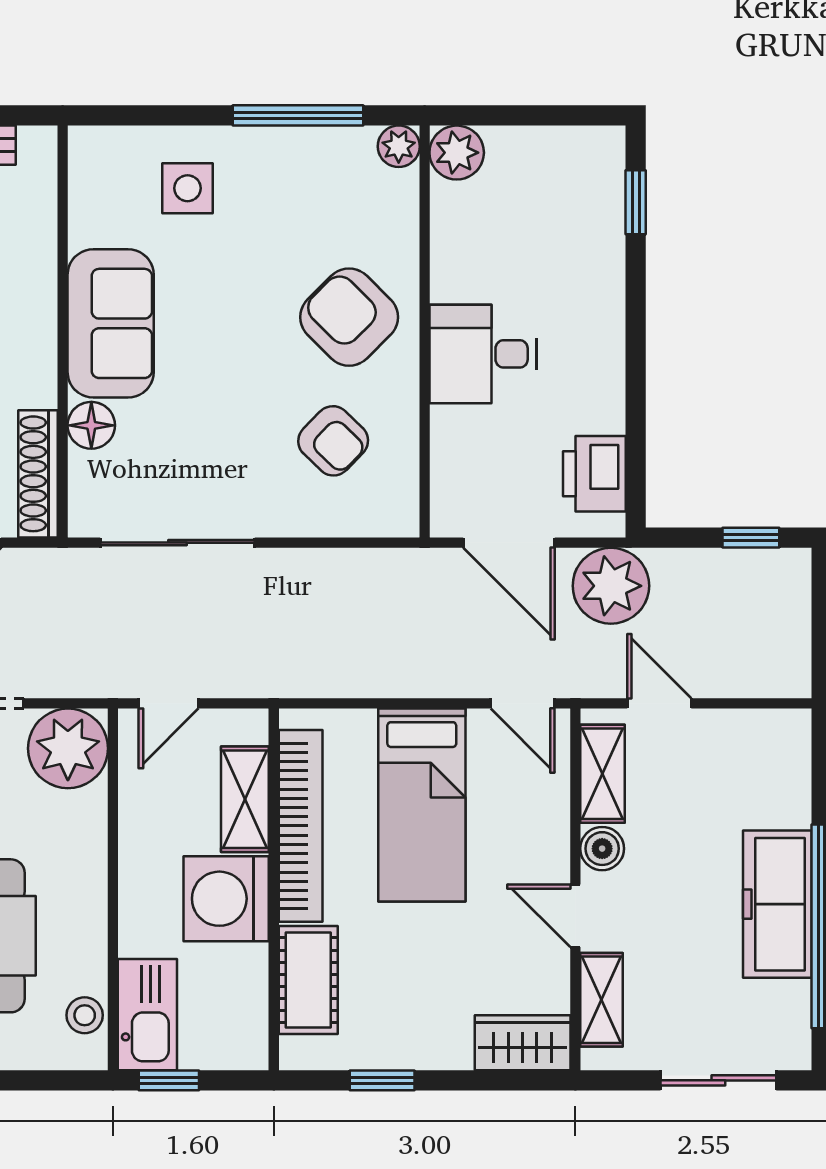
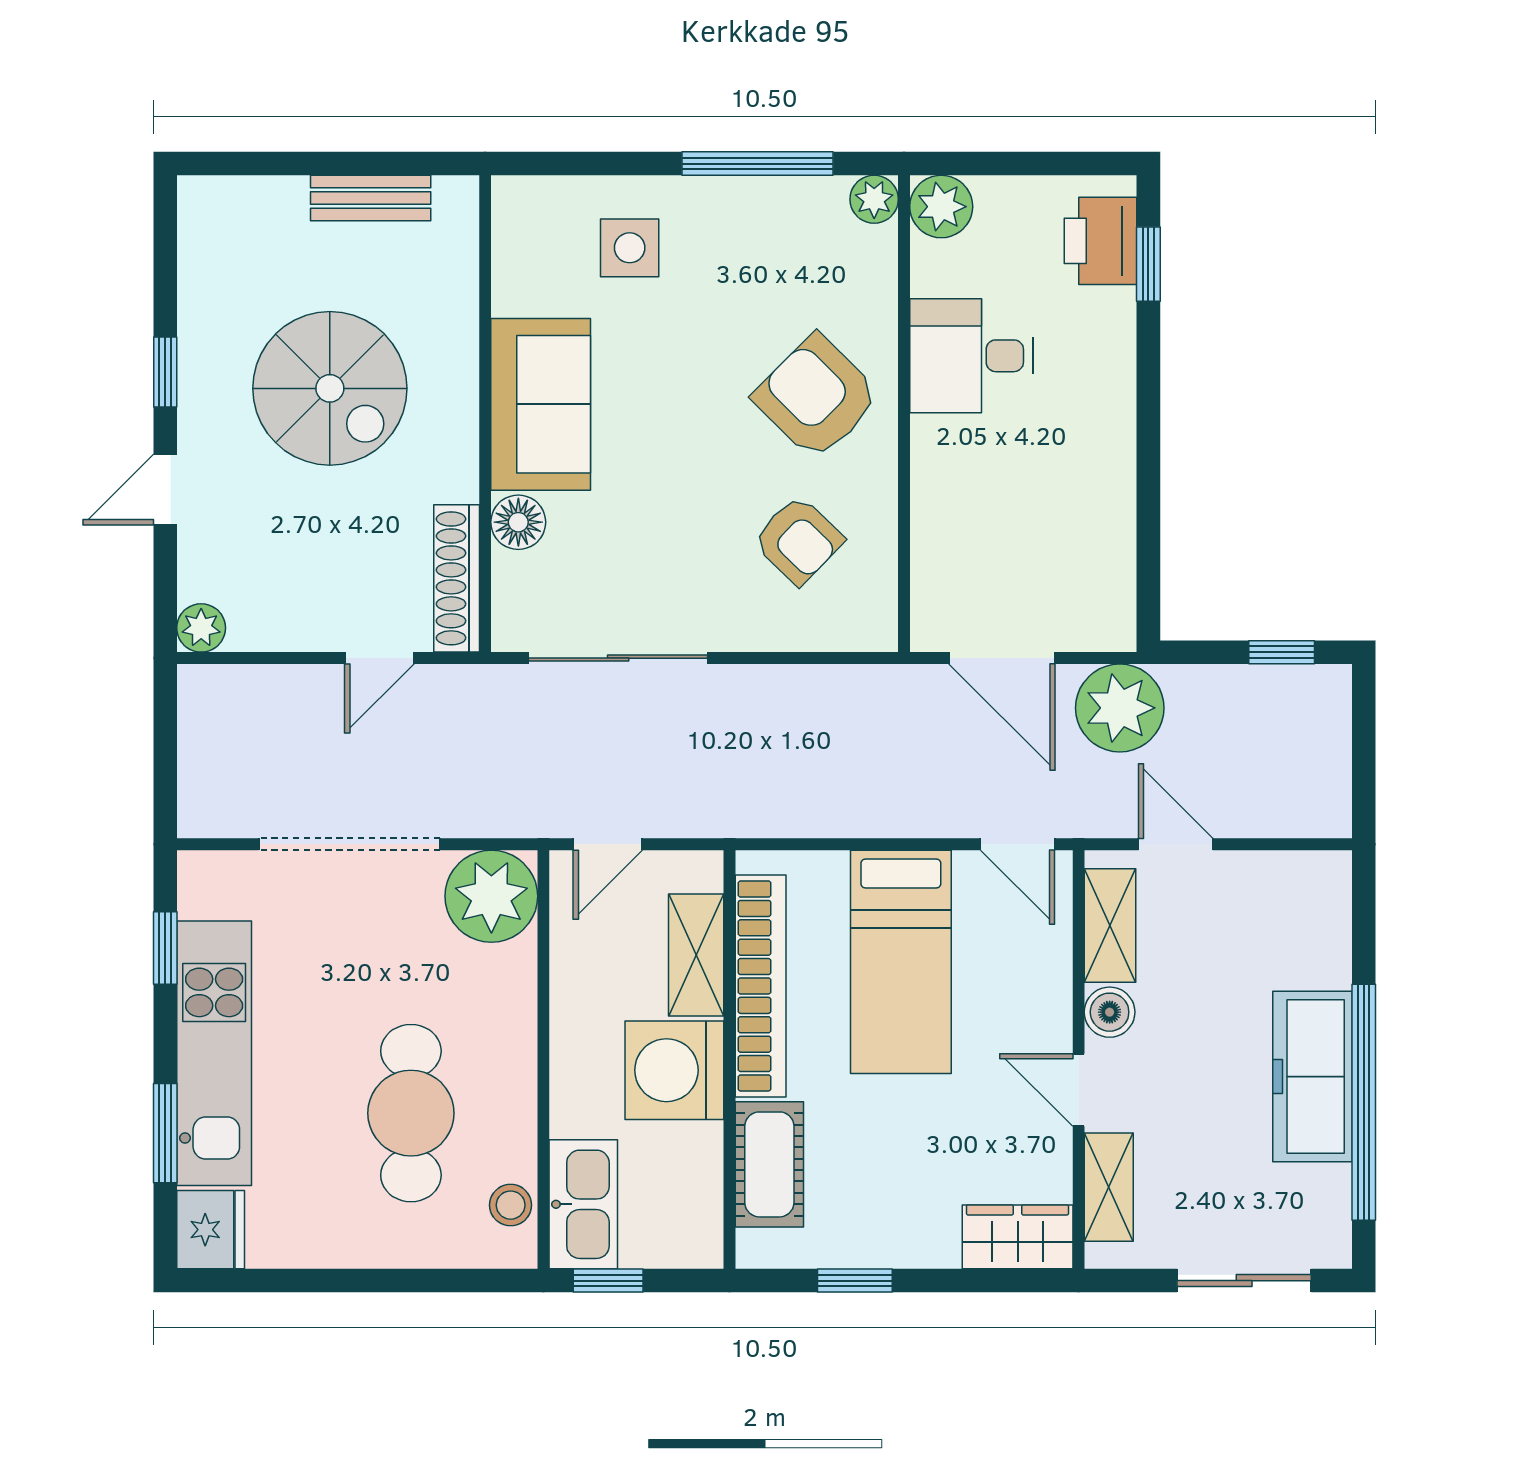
desk: (483, 354) -> (972, 356), moved
printer: (594, 474) -> (1101, 241), moved

